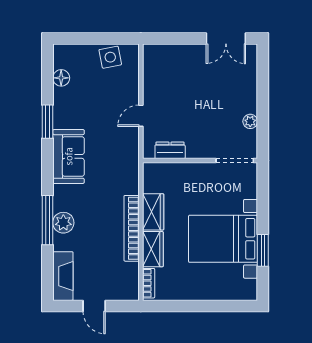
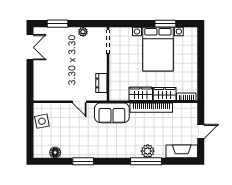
window: (263, 82) -> (58, 24), added
sofa: (69, 156) -> (112, 113), moved, turned 180

